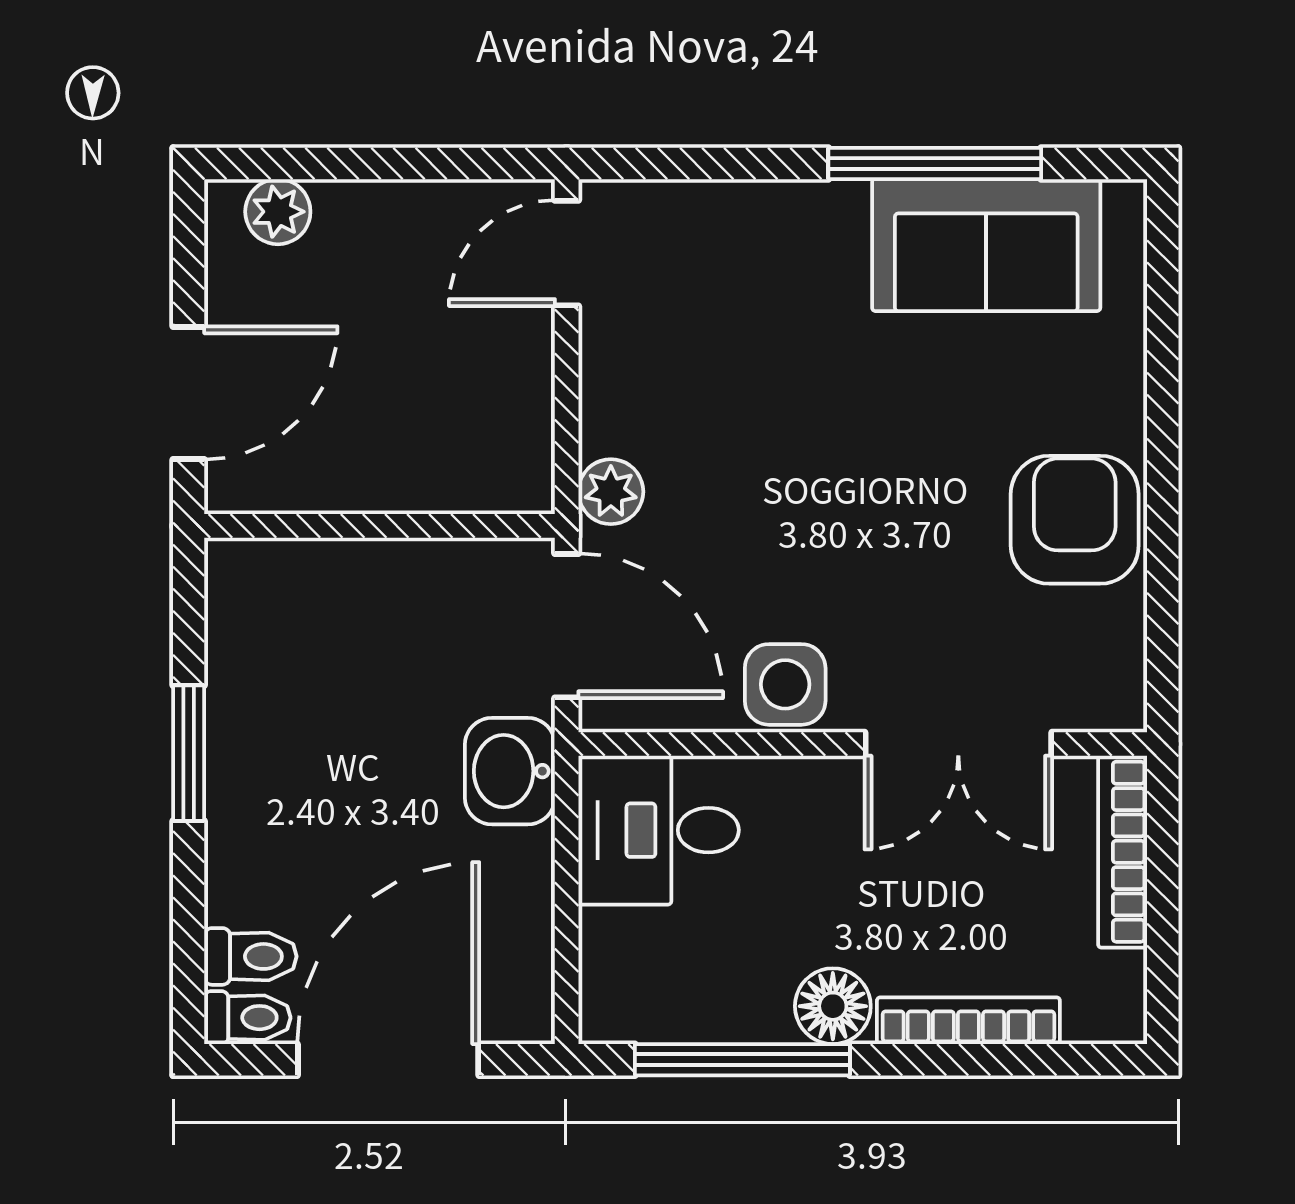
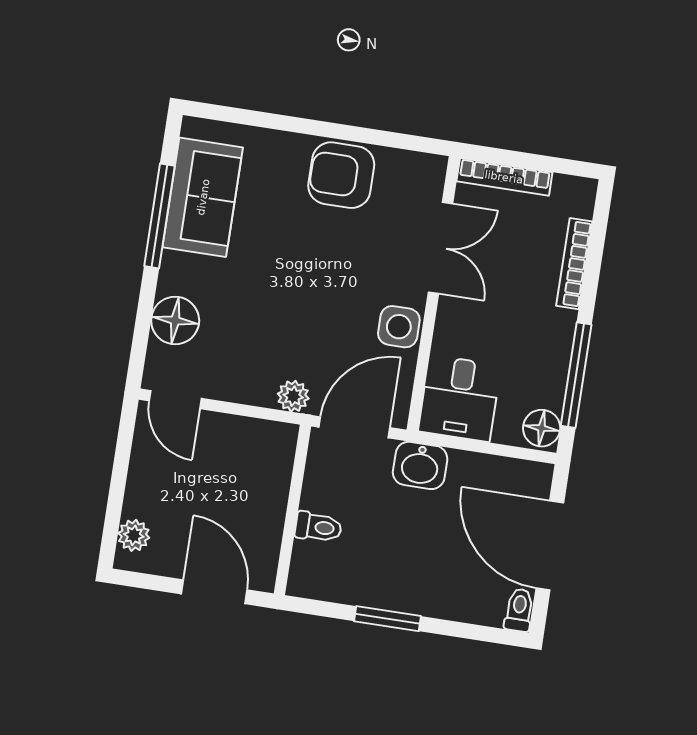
floor lamp: (727, 228) -> (175, 320), added
toilet: (250, 956) -> (318, 527), moved, turned 90
floor lamp: (833, 1006) -> (542, 428), moved

